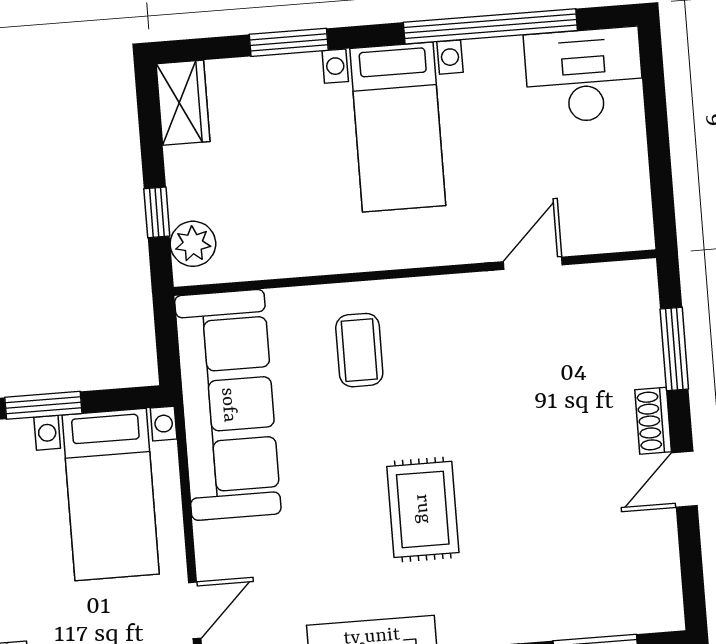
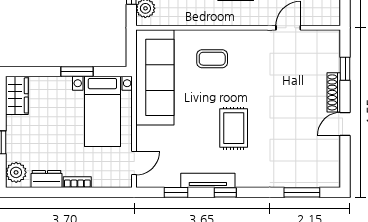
window: (674, 349) -> (345, 69), width x0.67
coffee table: (359, 350) -> (212, 59), turned 90
shoe rack: (653, 421) -> (334, 92), width x1.43

